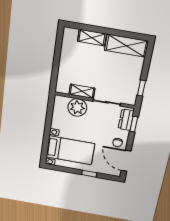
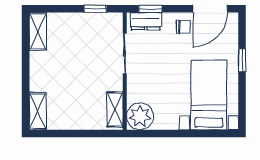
shelving: (92, 38) -> (38, 111), moved
shelving: (126, 46) -> (38, 31), width x0.67, depth x0.75
shelving: (82, 91) -> (115, 110), moved
plant: (77, 107) -> (140, 116), moved

